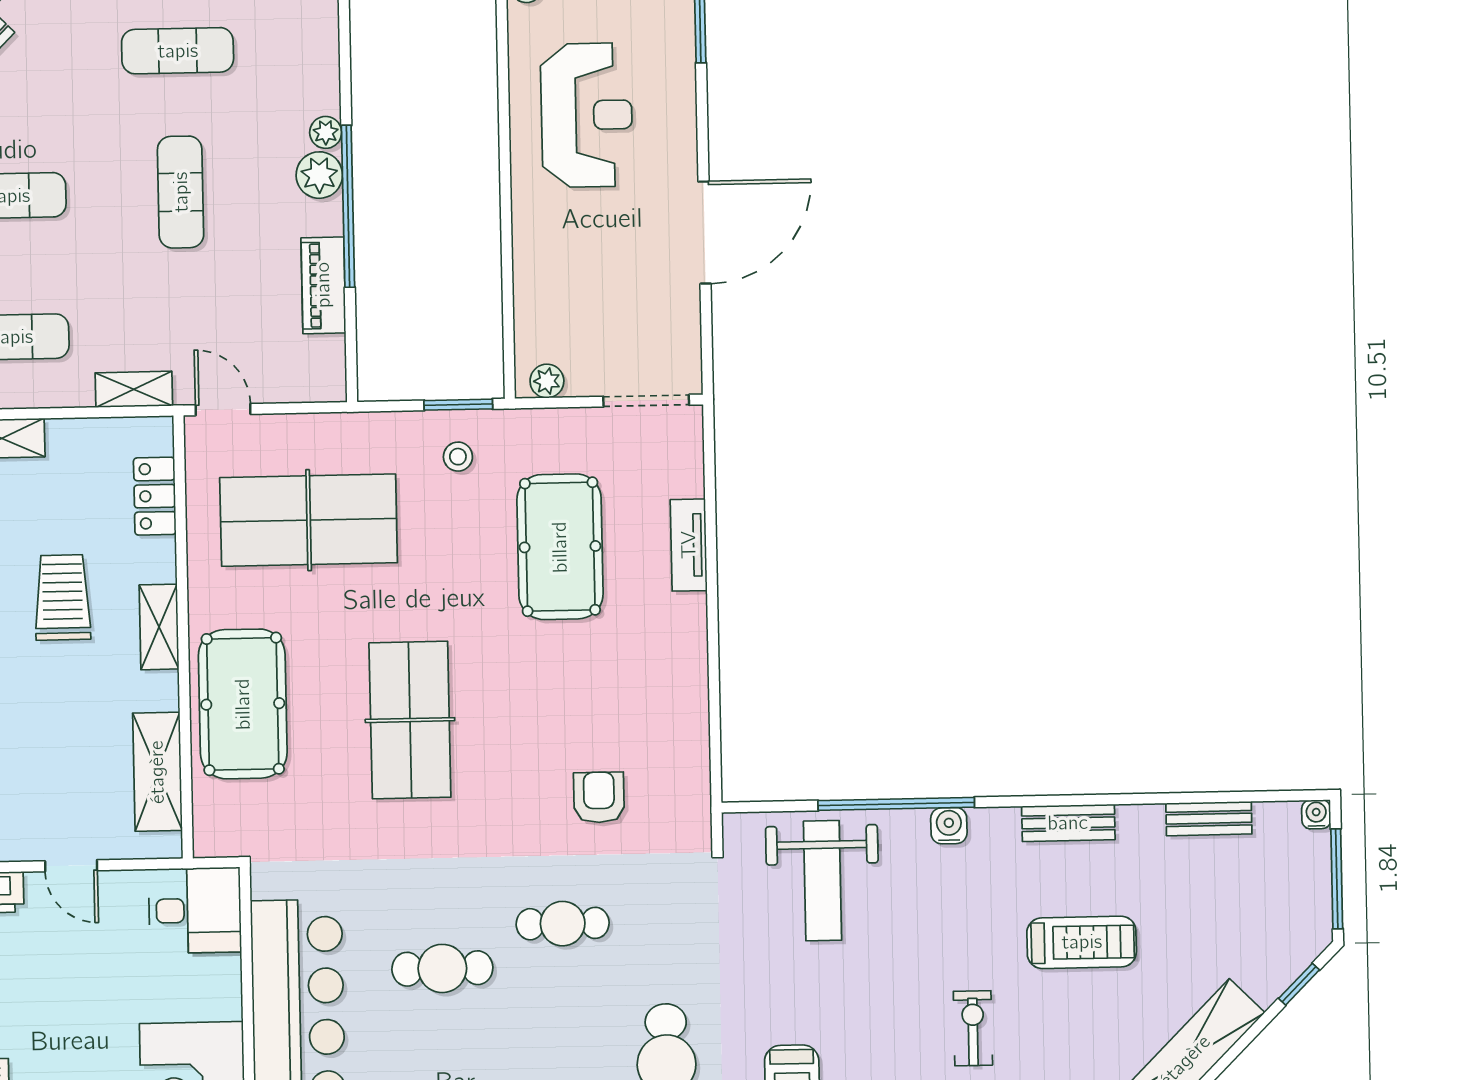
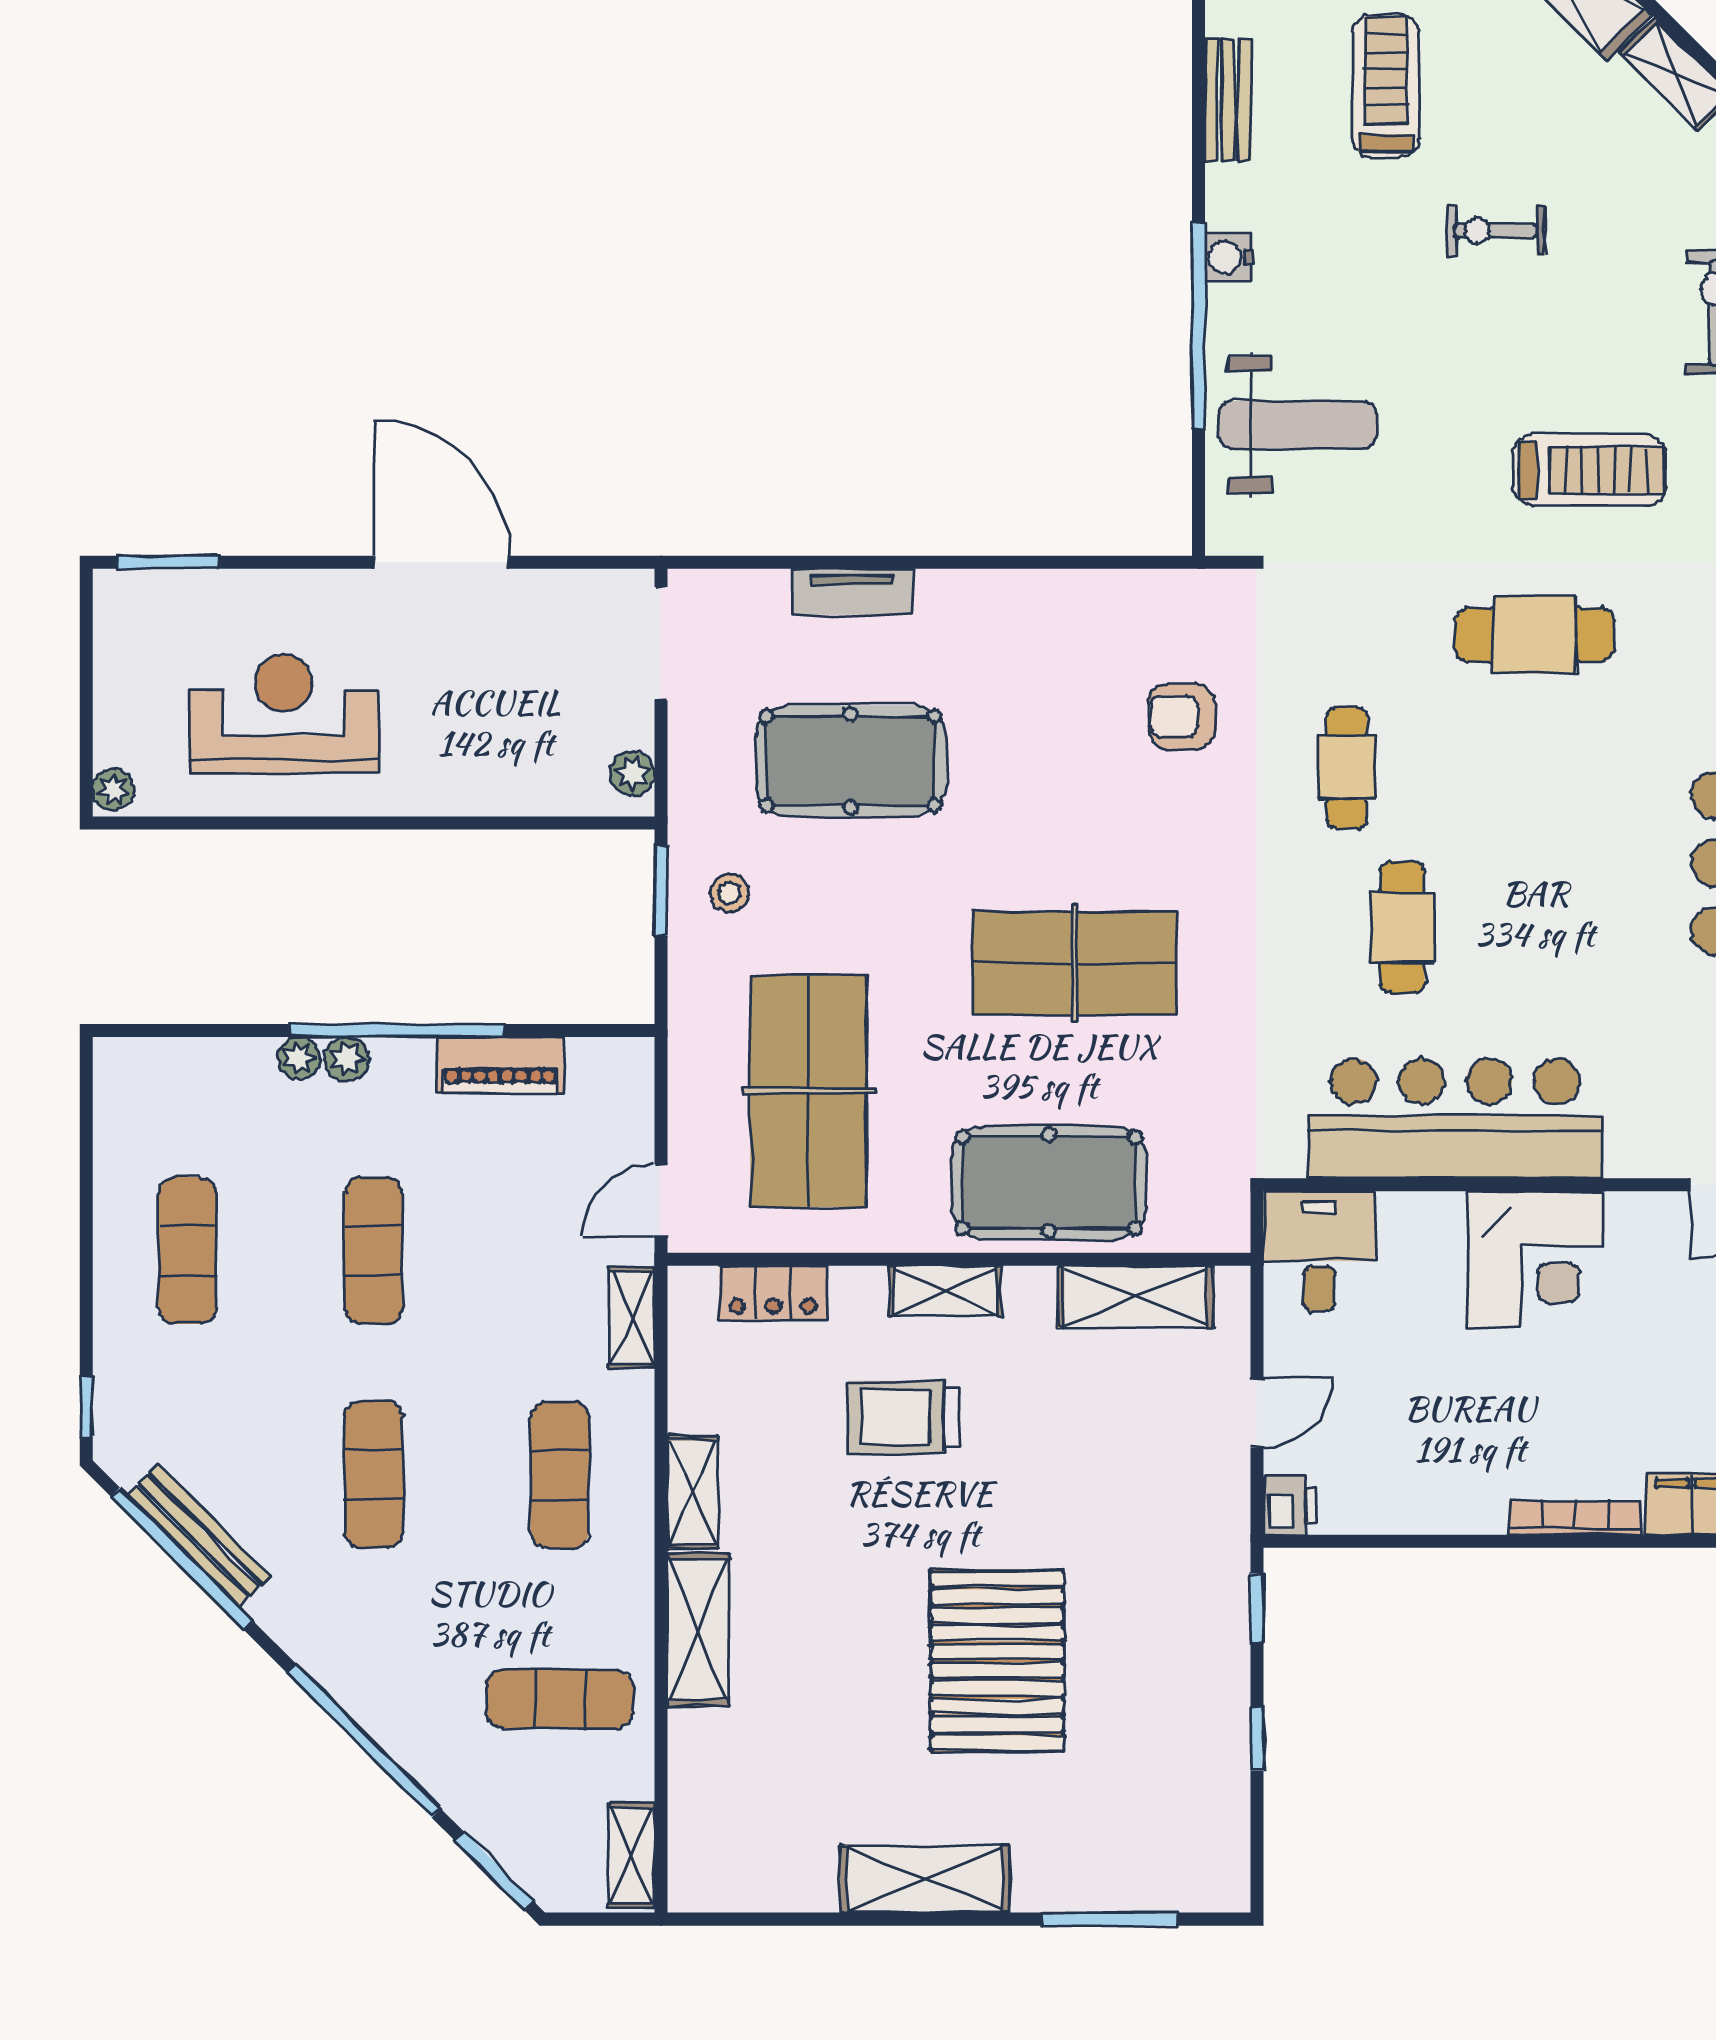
plant: (319, 175) -> (347, 1059), width x0.73, depth x0.73
exercise mat: (181, 192) -> (374, 1250), turned 90

